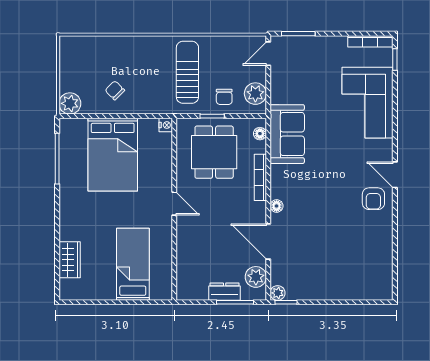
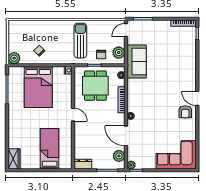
corner sofa: (368, 103) -> (176, 155), moved, turned 90
sofa: (287, 134) -> (137, 62), moved
wardrobe: (70, 260) -> (14, 159), moved
dresser: (225, 292) -> (83, 164), moved

